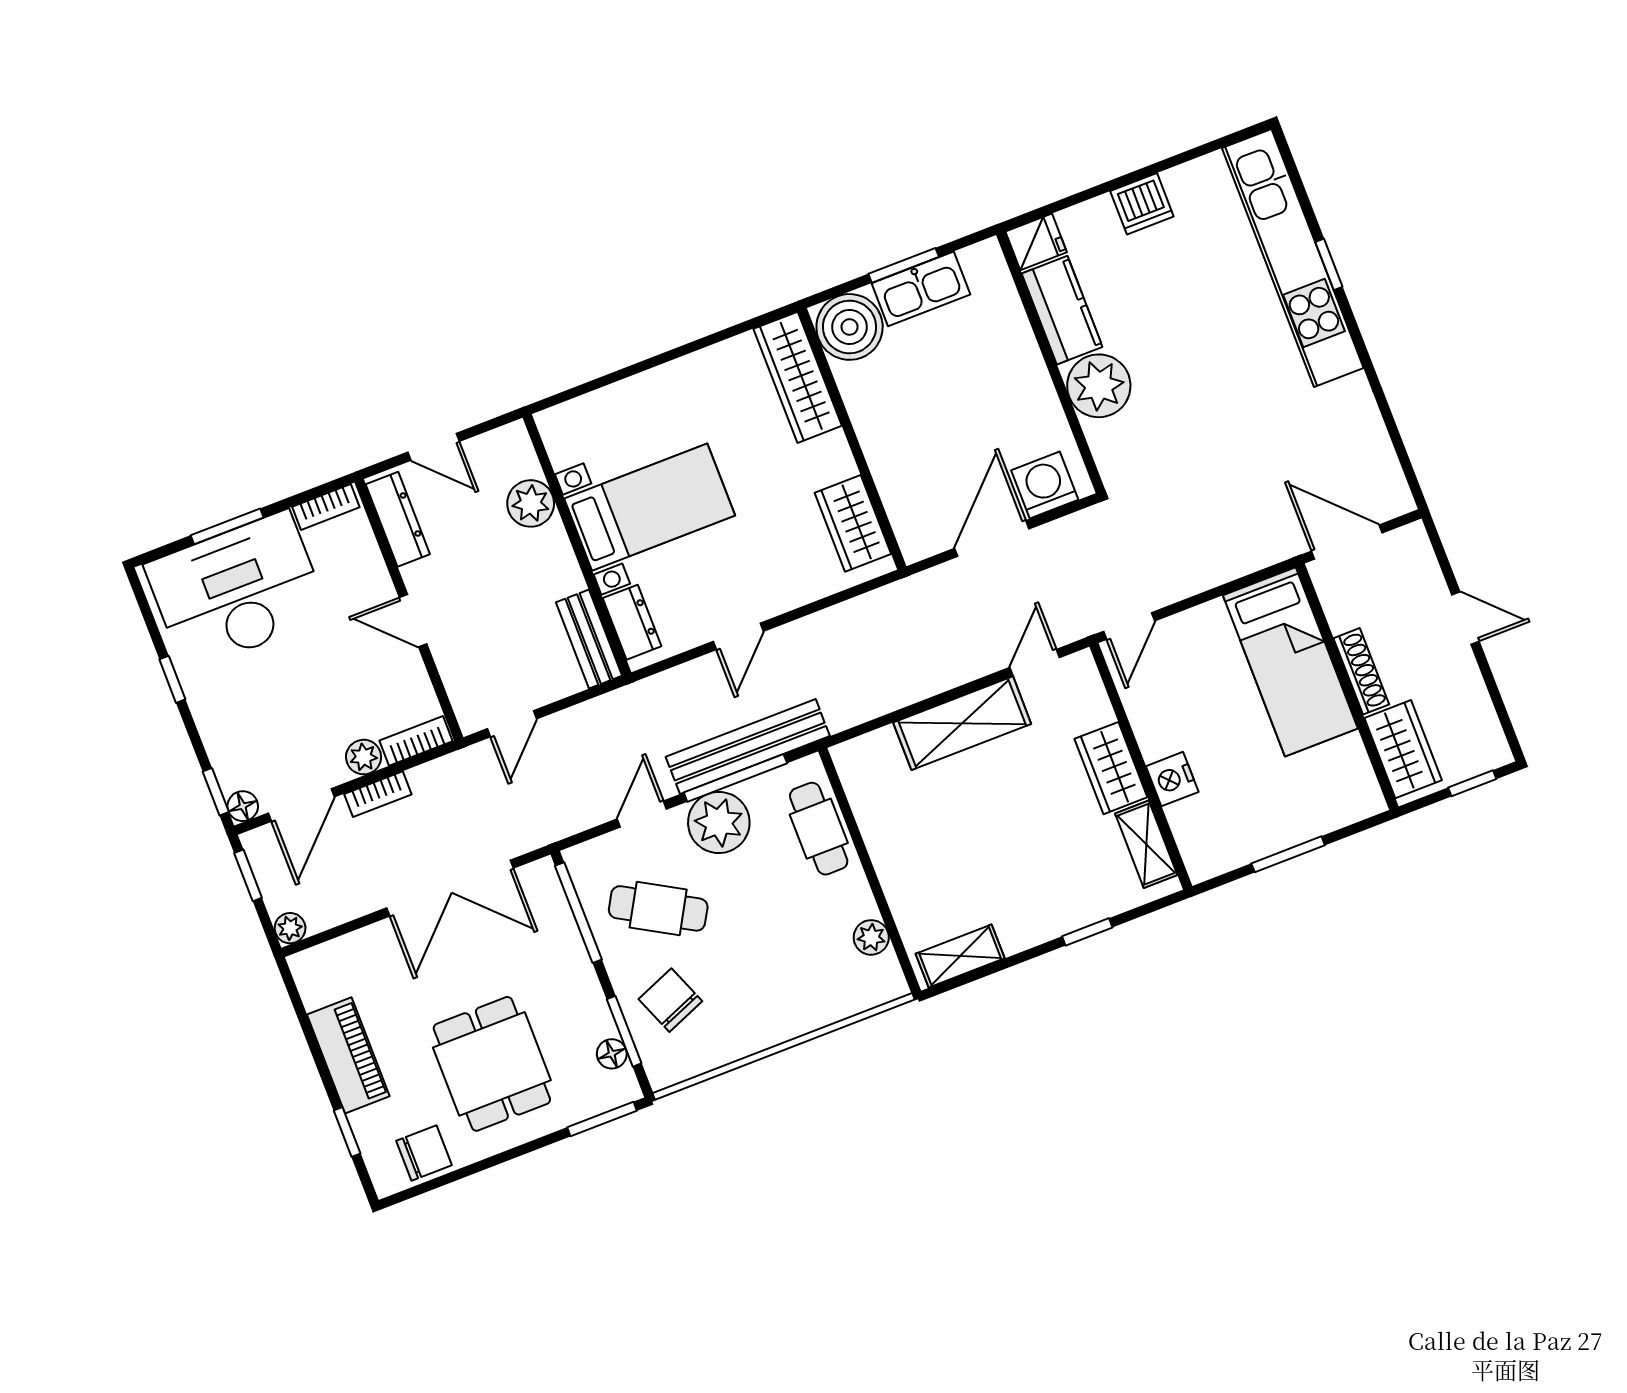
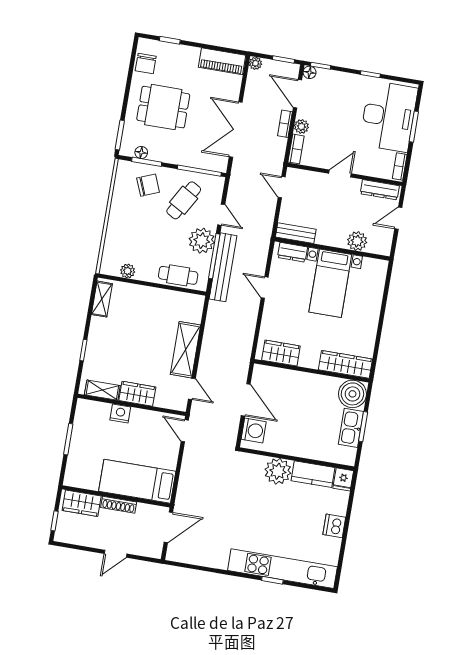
piano: (348, 1055) -> (222, 61), moved

